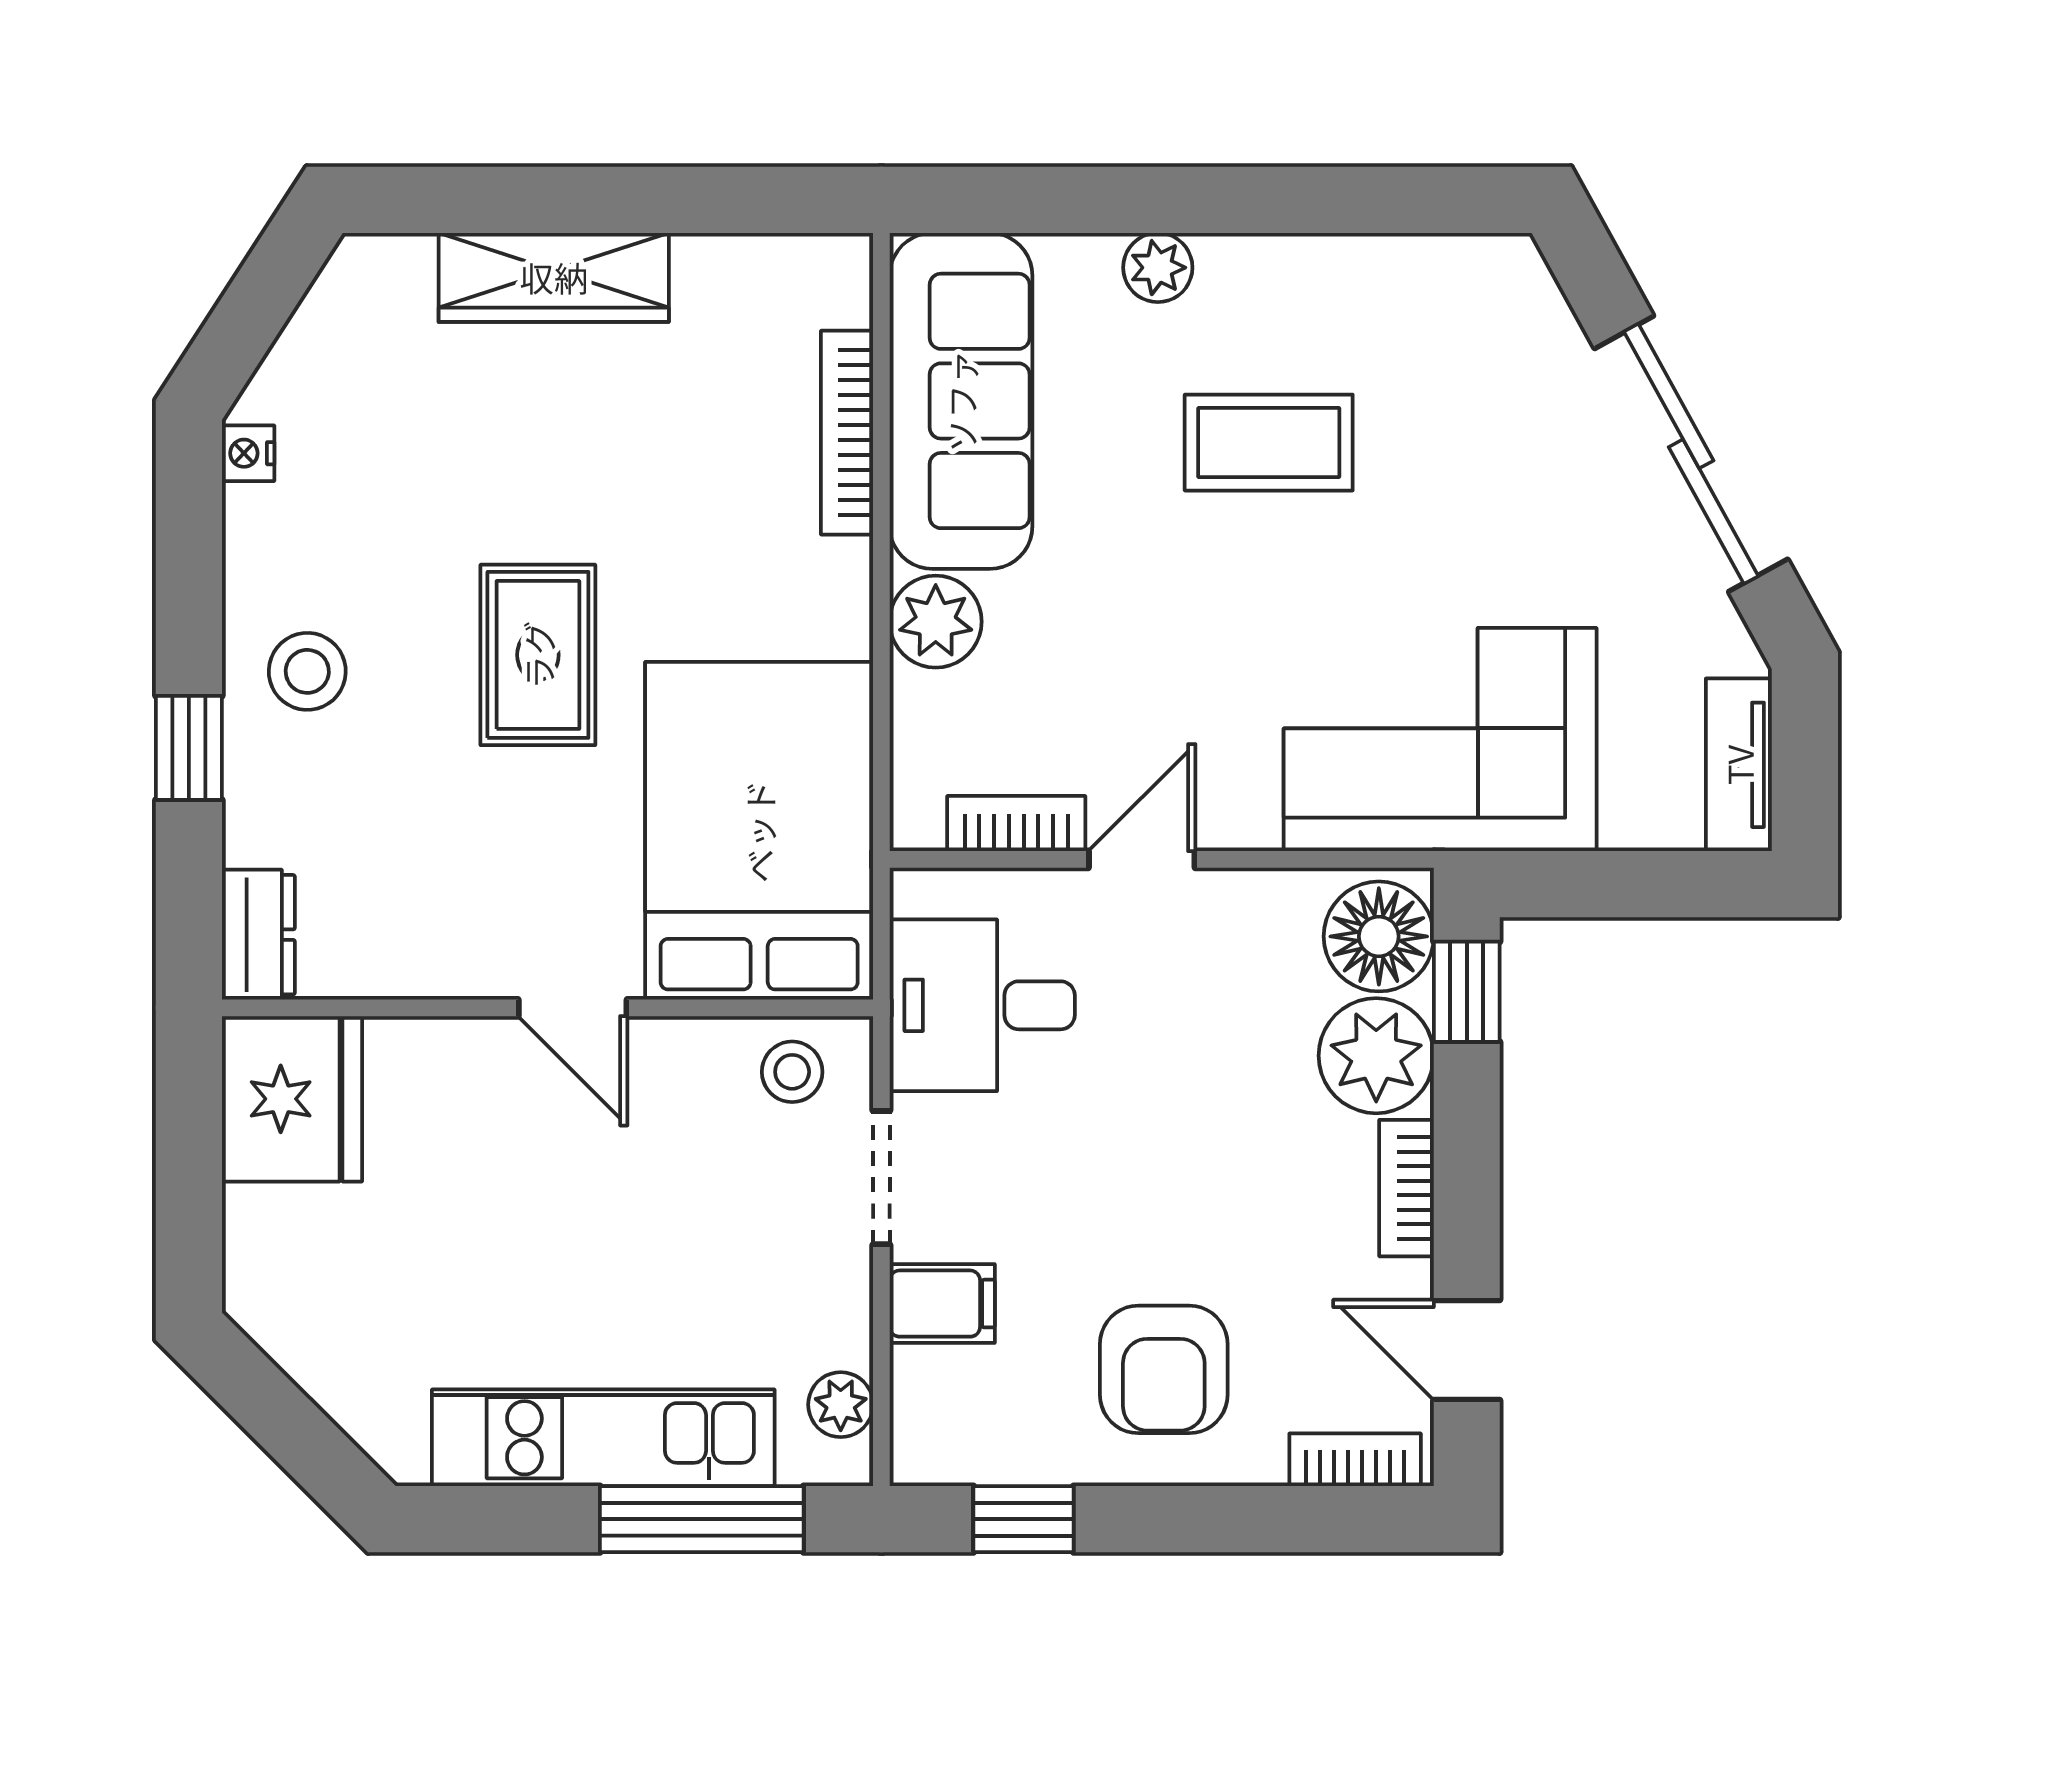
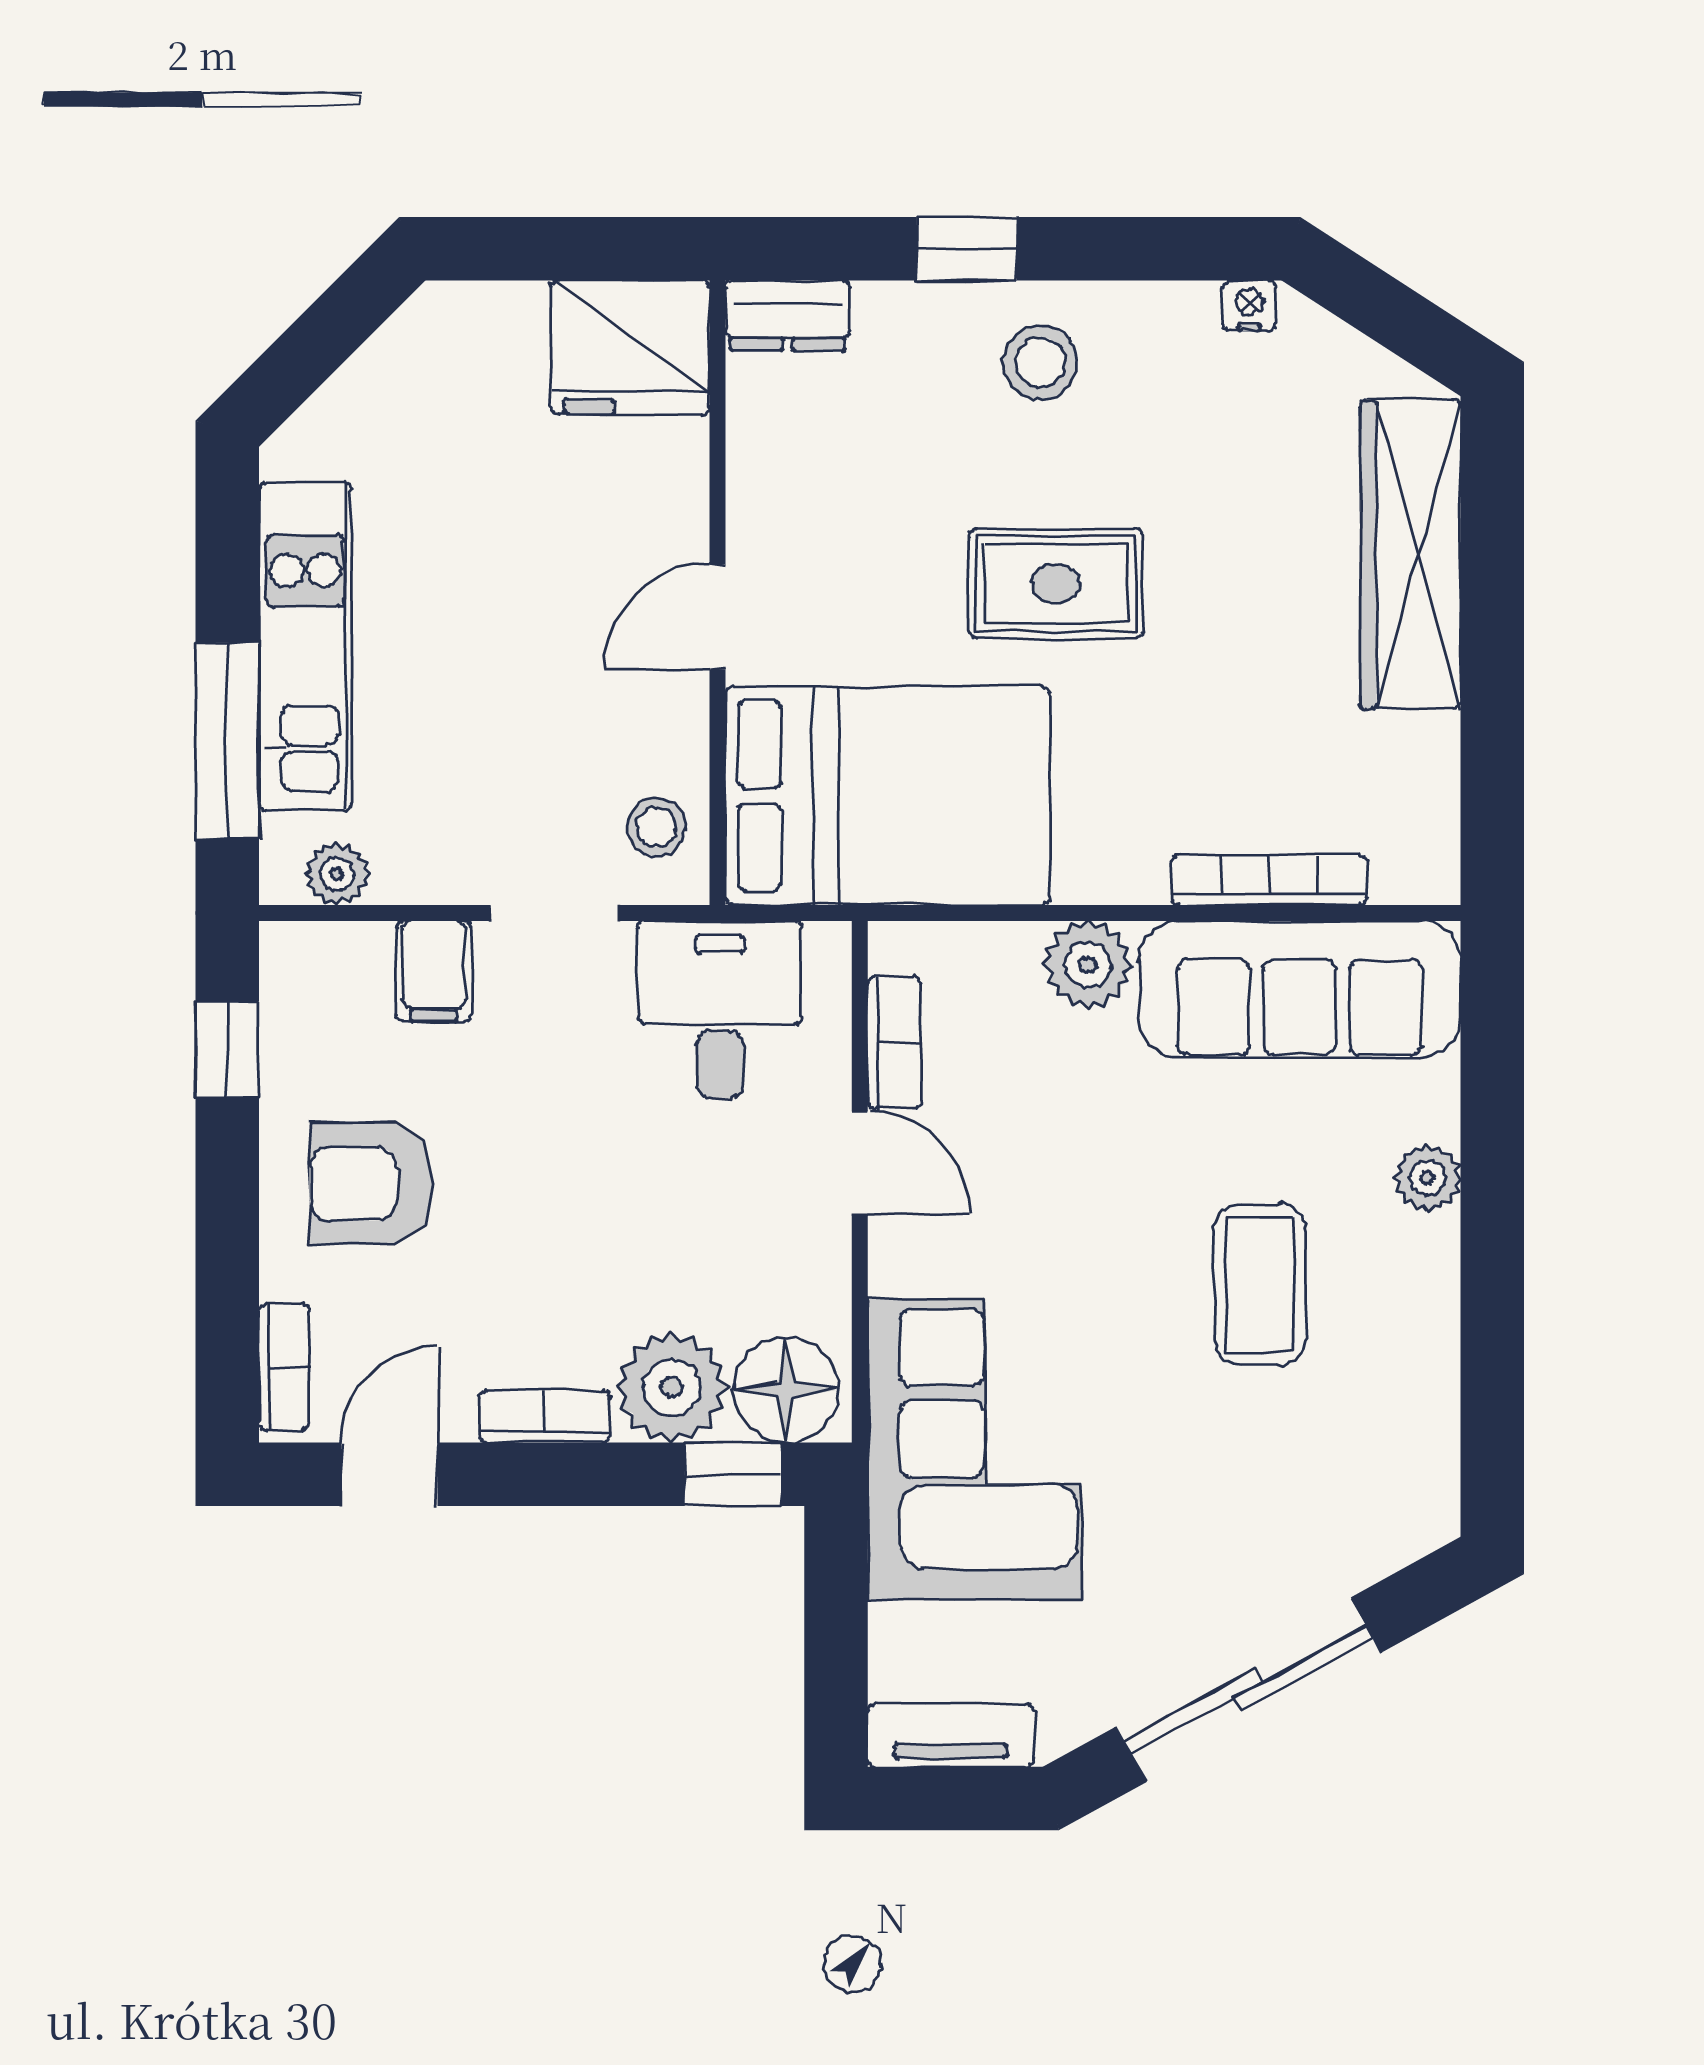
wardrobe: (554, 277) -> (1411, 554), width x1.40, depth x1.17

